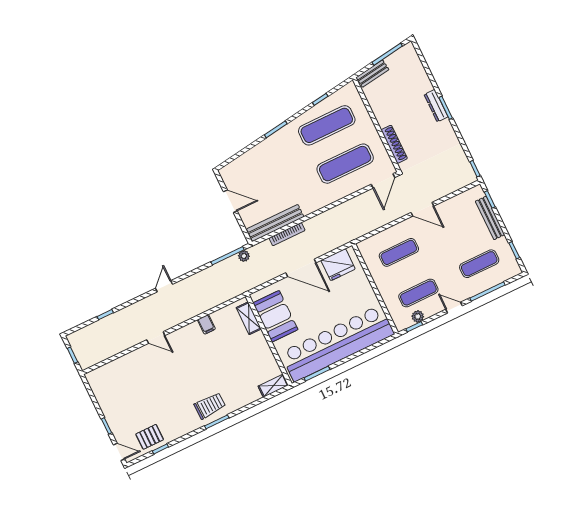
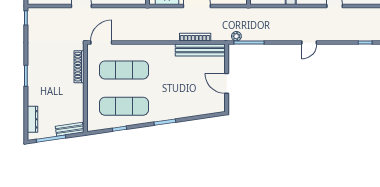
dresser: (436, 106) -> (32, 119), moved

